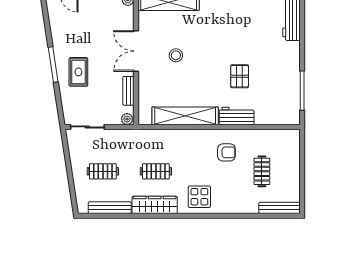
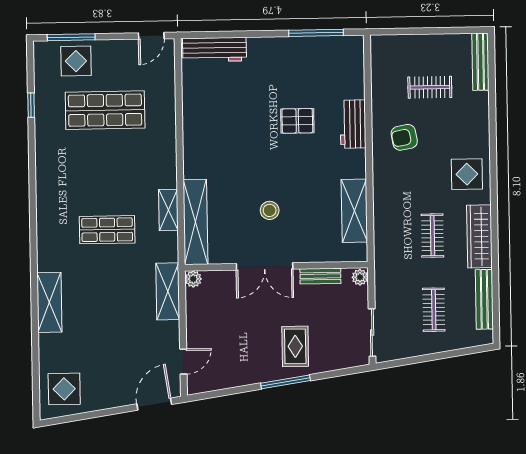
rug: (78, 72) -> (295, 346), turned 90
shelving: (185, 116) -> (354, 211), width x0.68
armchair: (226, 152) -> (404, 137), turned -100

